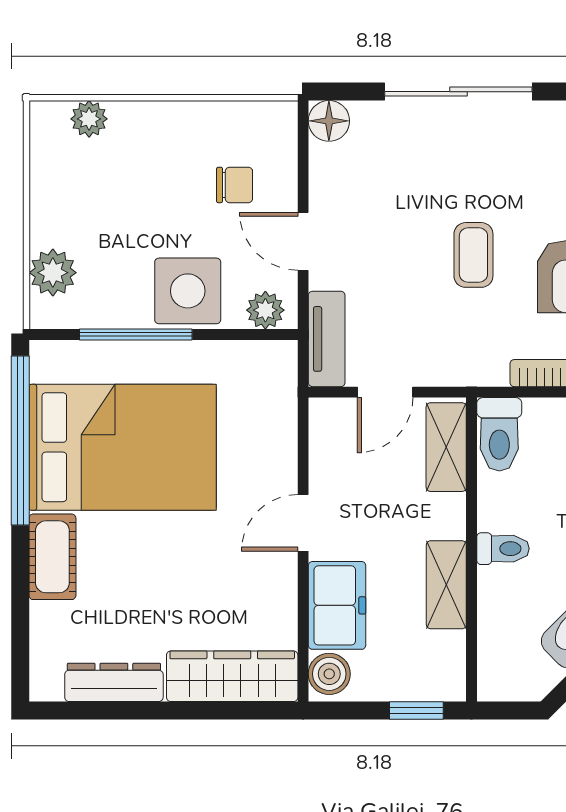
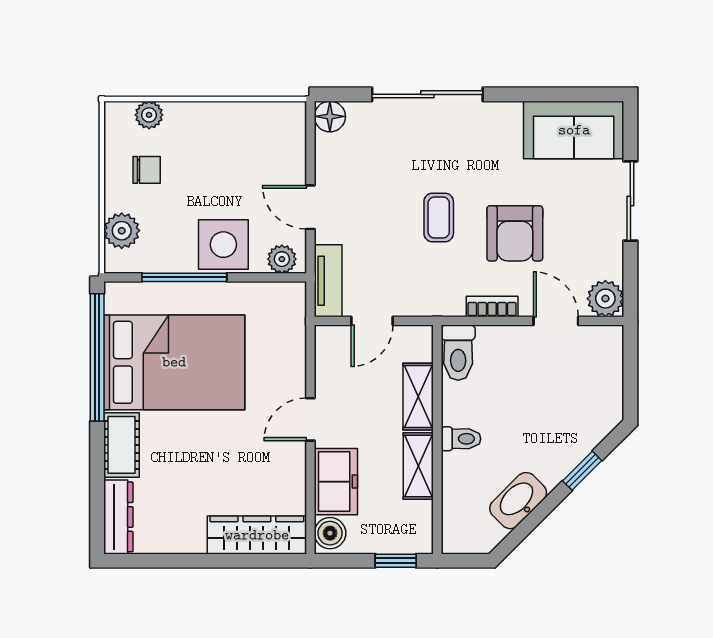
chair: (235, 185) -> (147, 170), moved
shelving: (446, 447) -> (418, 397), moved
dresser: (114, 682) -> (118, 517), moved, turned 90

